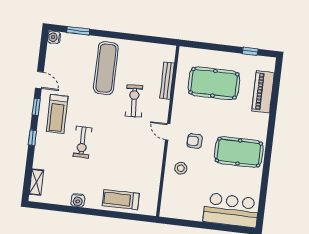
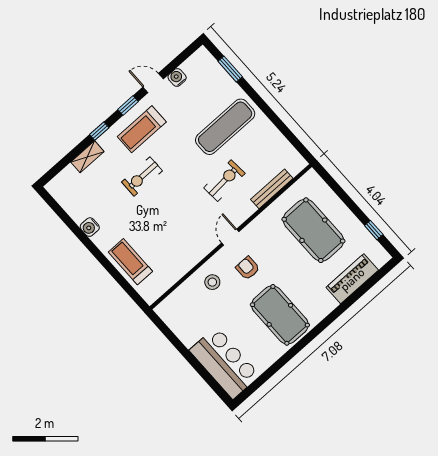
water cooler: (54, 37) -> (177, 77), moved
door: (39, 80) -> (153, 83), swing flipped
shelving: (36, 182) -> (87, 157), moved

